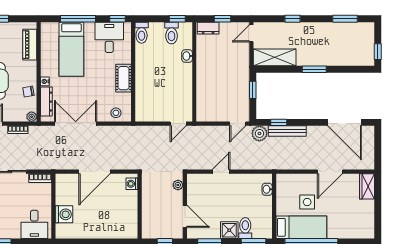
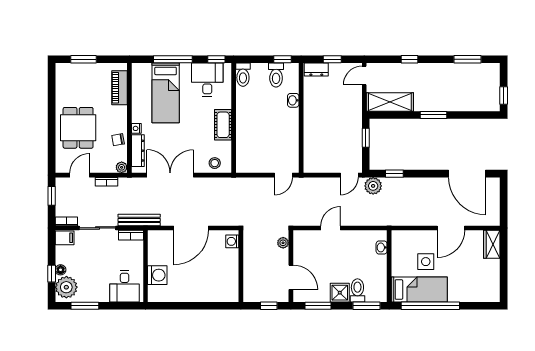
bench: (287, 131) -> (139, 220), moved

